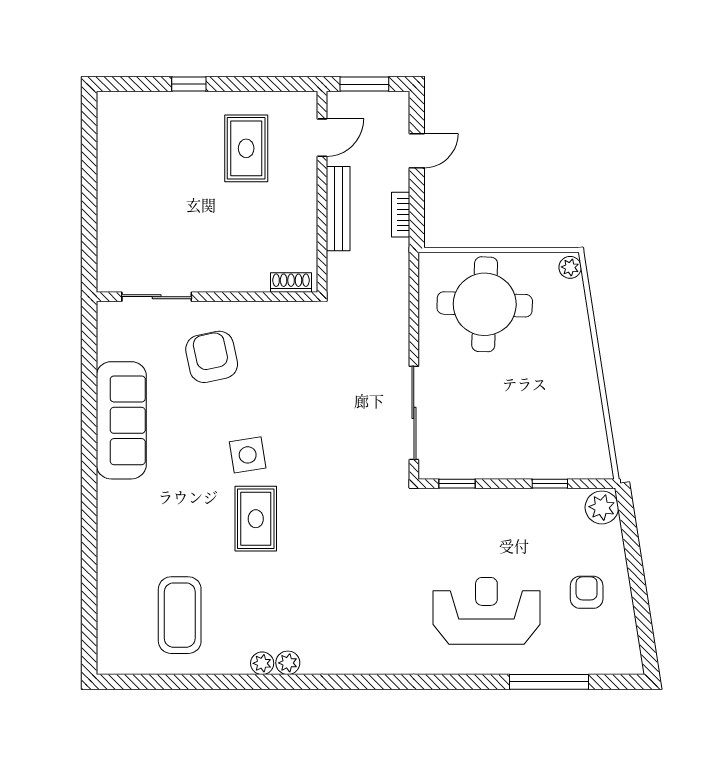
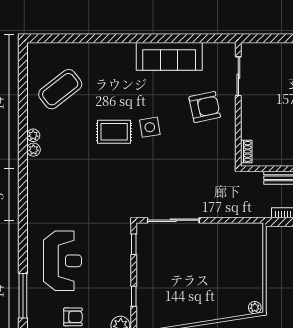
round table: (485, 304) -> (234, 260), removed
coffee table: (180, 615) -> (60, 89), turned -38

